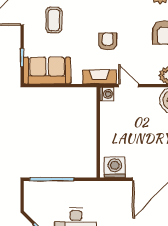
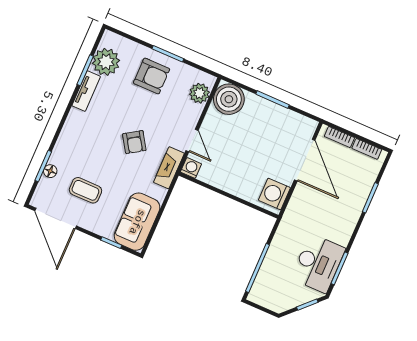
armchair: (108, 42) -> (134, 142), turned -123
door: (128, 86) -> (192, 141), swing flipped

